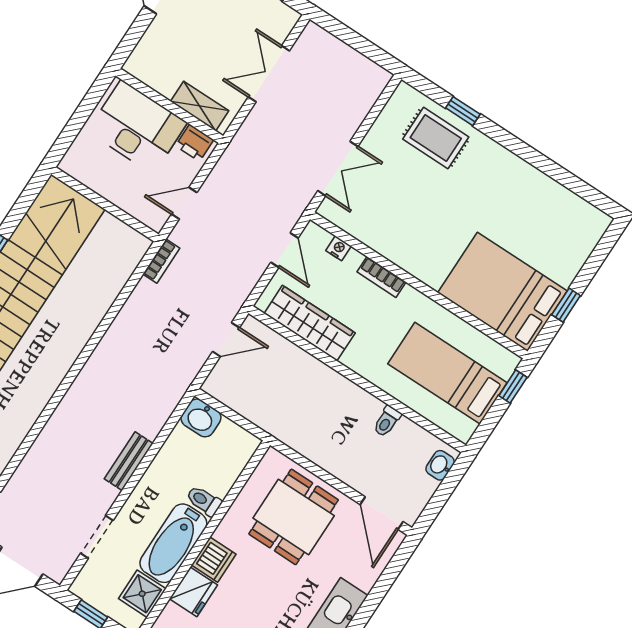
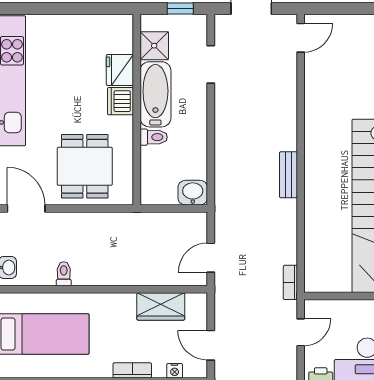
wardrobe: (310, 323) -> (161, 306), width x0.67
bench: (129, 461) -> (288, 175), moved

